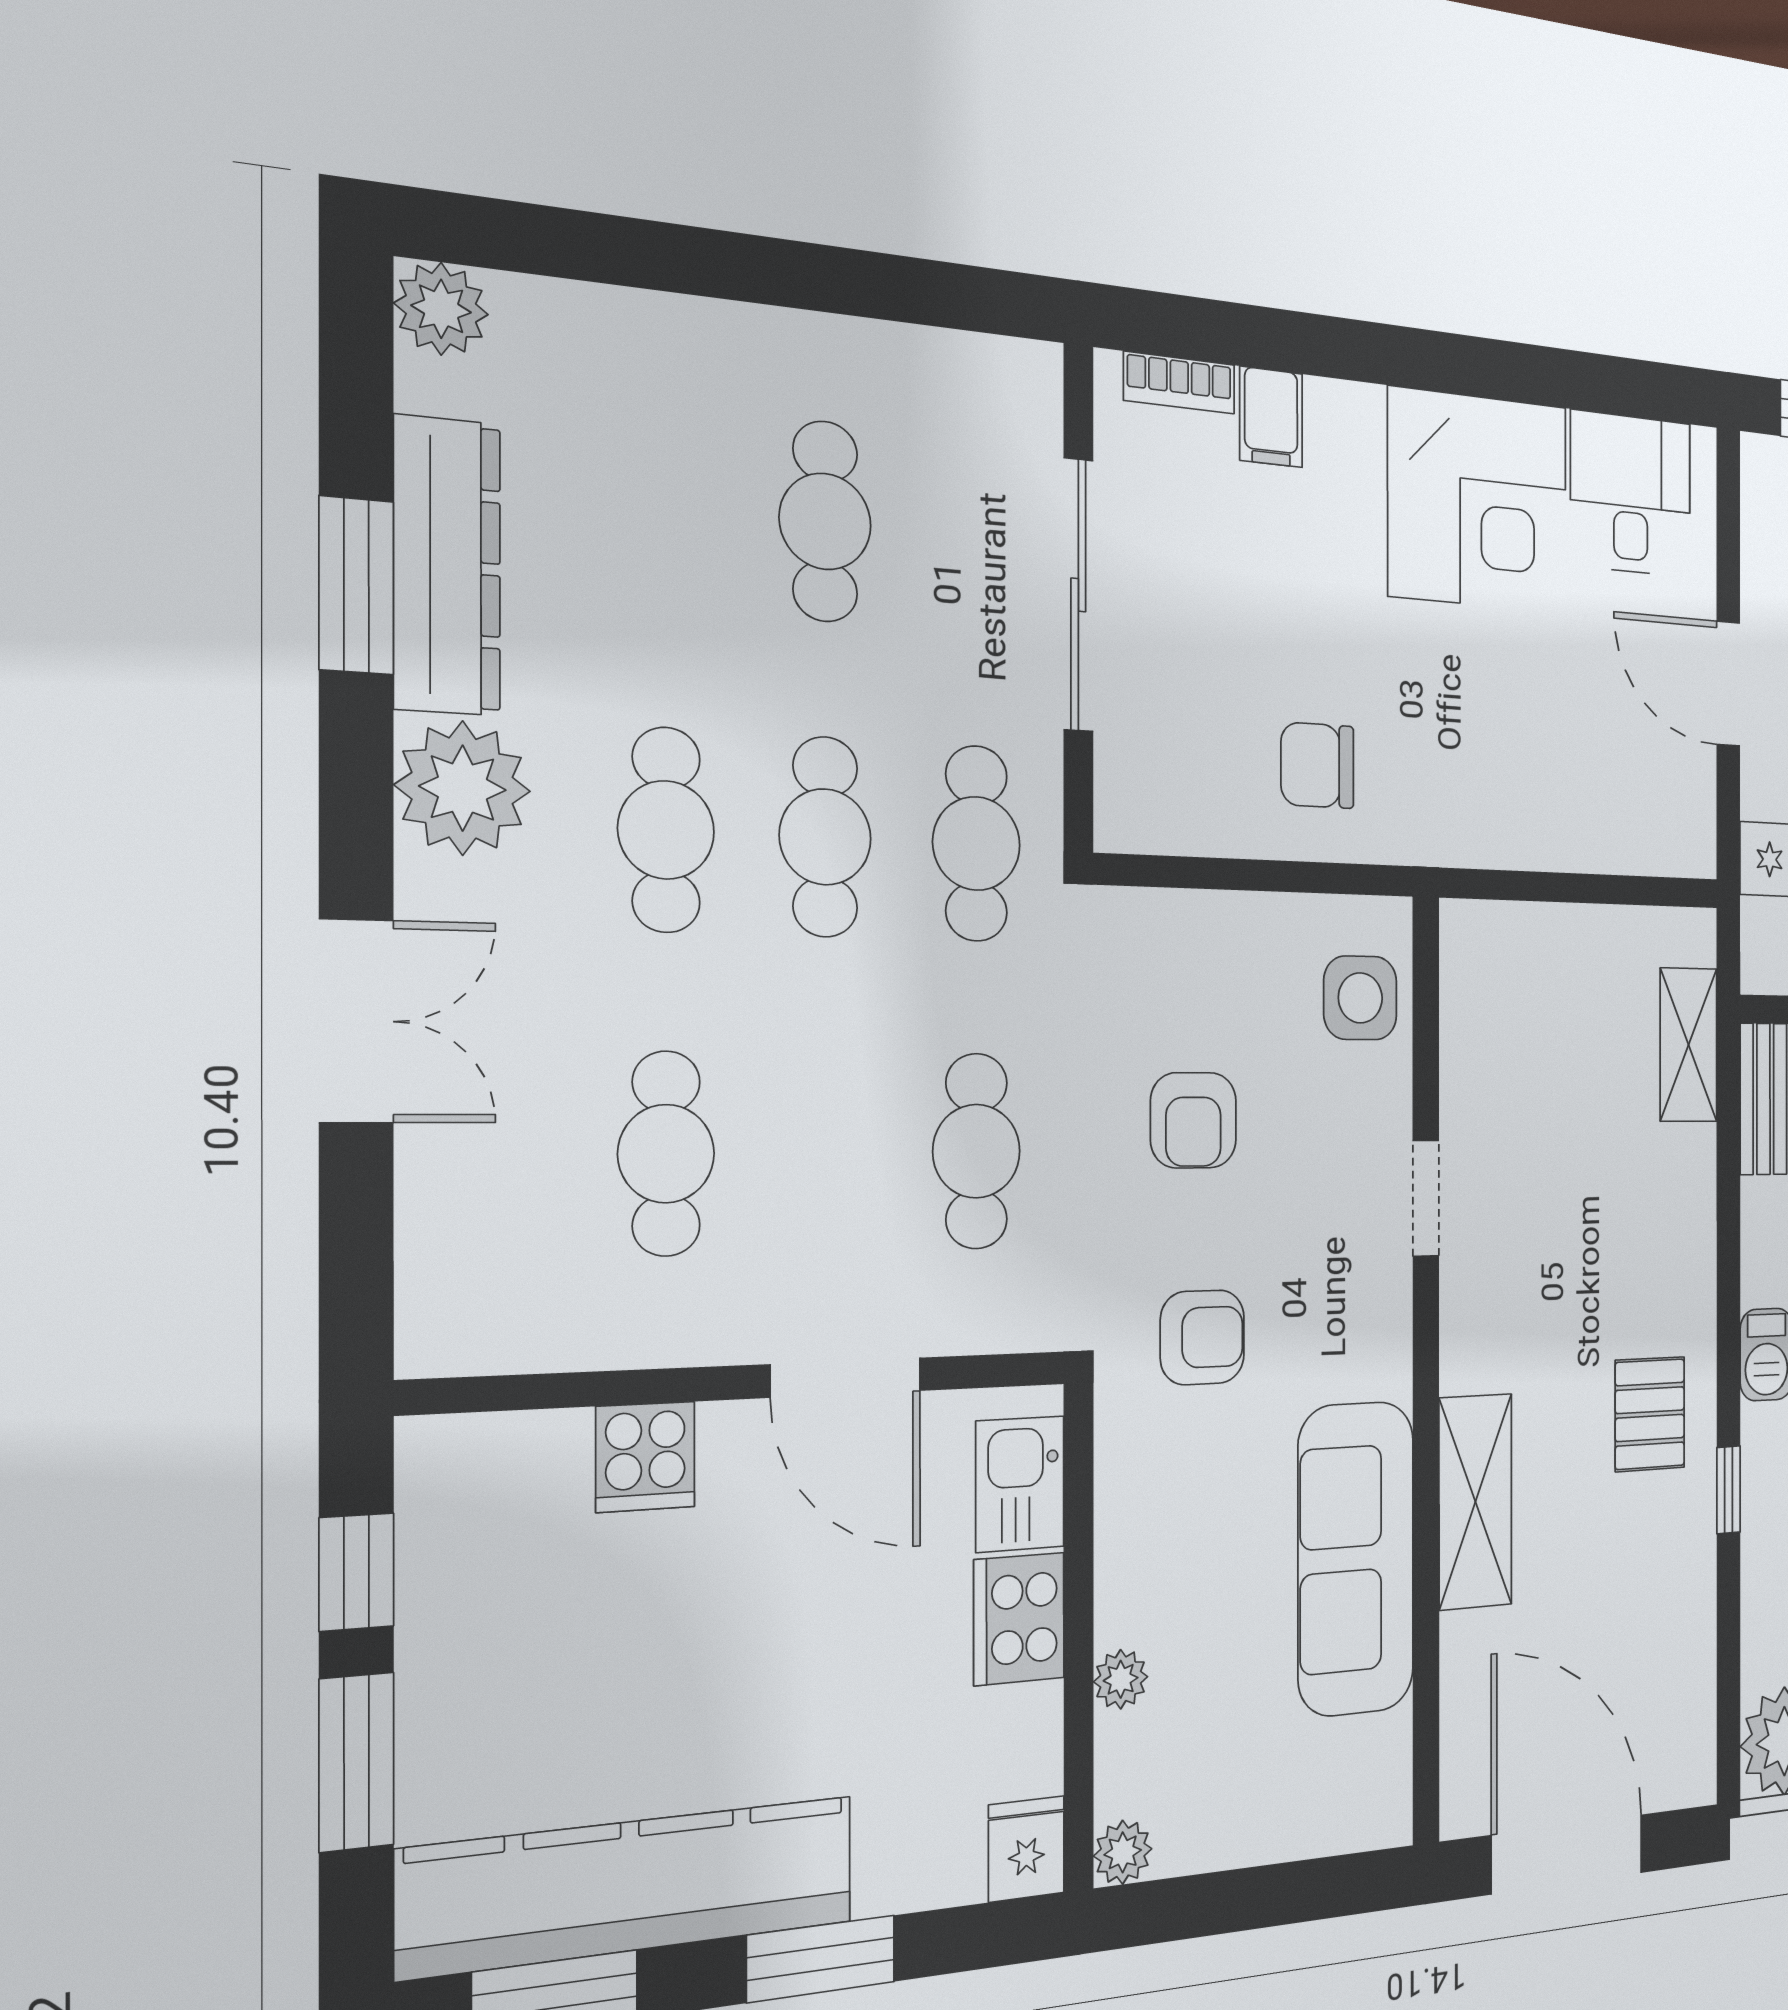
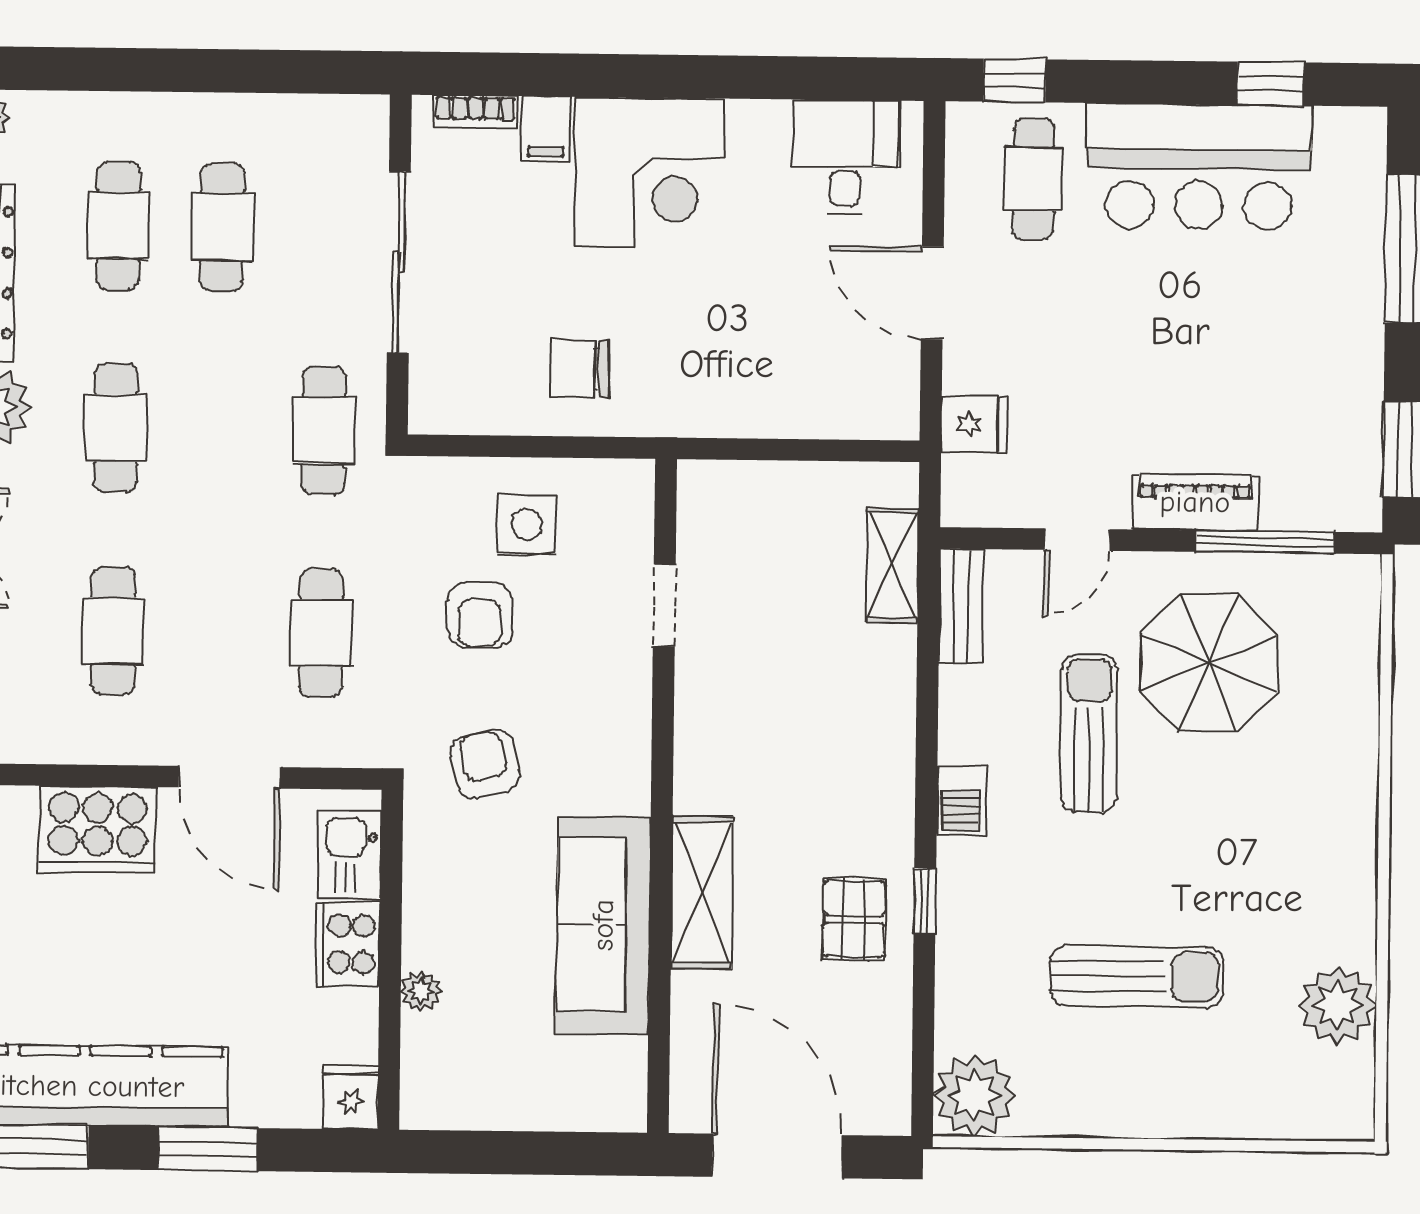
corner desk: (1478, 501) -> (649, 172), moved
cafe table: (825, 837) -> (118, 226), moved
side table: (1360, 998) -> (526, 524), moved
doorway: (1426, 1198) -> (664, 605), moved
armchair: (1202, 1337) -> (485, 764), turned -104
pallet: (1650, 1414) -> (854, 919), moved
cooker: (645, 1457) -> (98, 830), width x1.87, depth x1.31
plant: (1123, 1852) -> (421, 1108), removed

